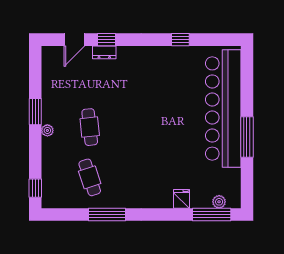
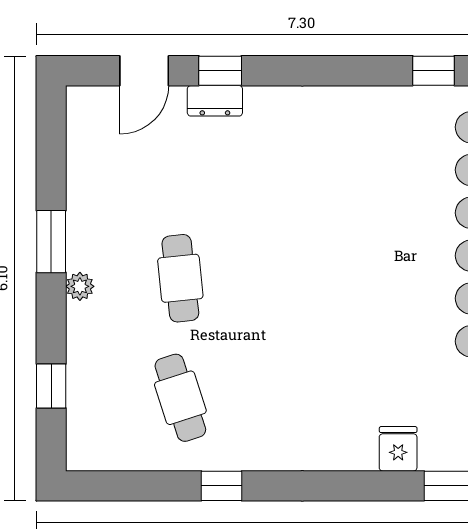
window: (180, 40) -> (434, 71), moved
window: (35, 188) -> (51, 386), moved
window: (107, 214) -> (221, 486), width x0.46

